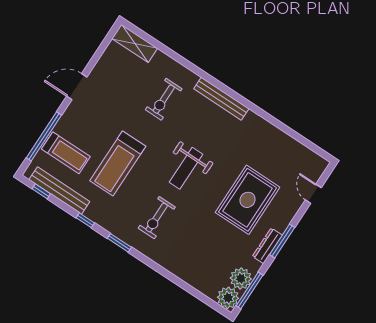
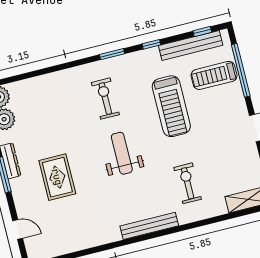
treadmill: (118, 164) -> (171, 106), turned 180
rug: (248, 200) -> (57, 177), width x0.73, depth x0.69

